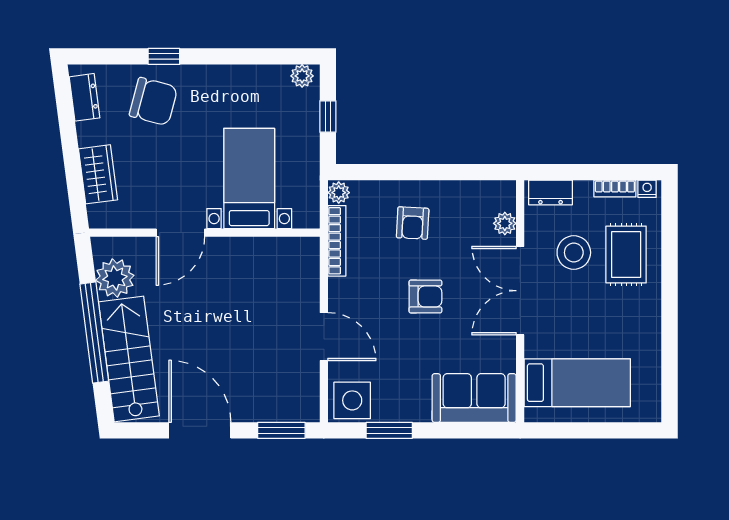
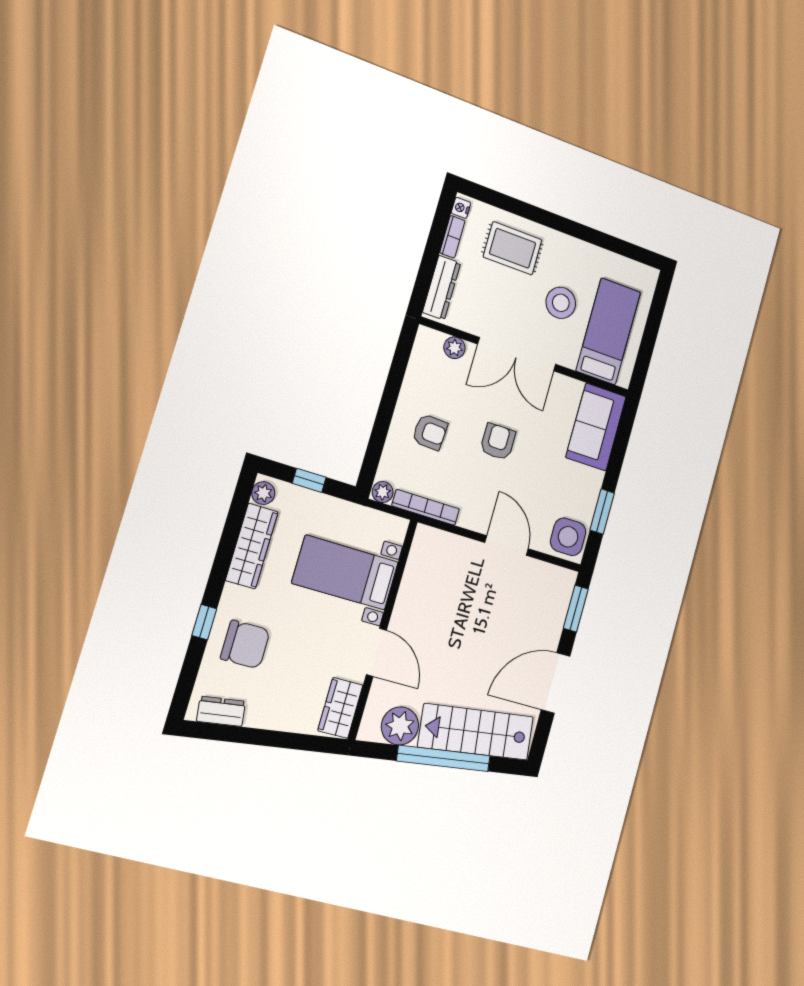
wardrobe: (248, 80) -> (252, 546), added
chair: (153, 101) -> (245, 644), turned 75
wardrobe: (98, 174) -> (340, 708), moved, turned -83
dresser: (551, 193) -> (442, 288), width x1.44
stool: (574, 253) -> (561, 303), moved
door: (324, 337) -> (507, 546), hinge flipped

